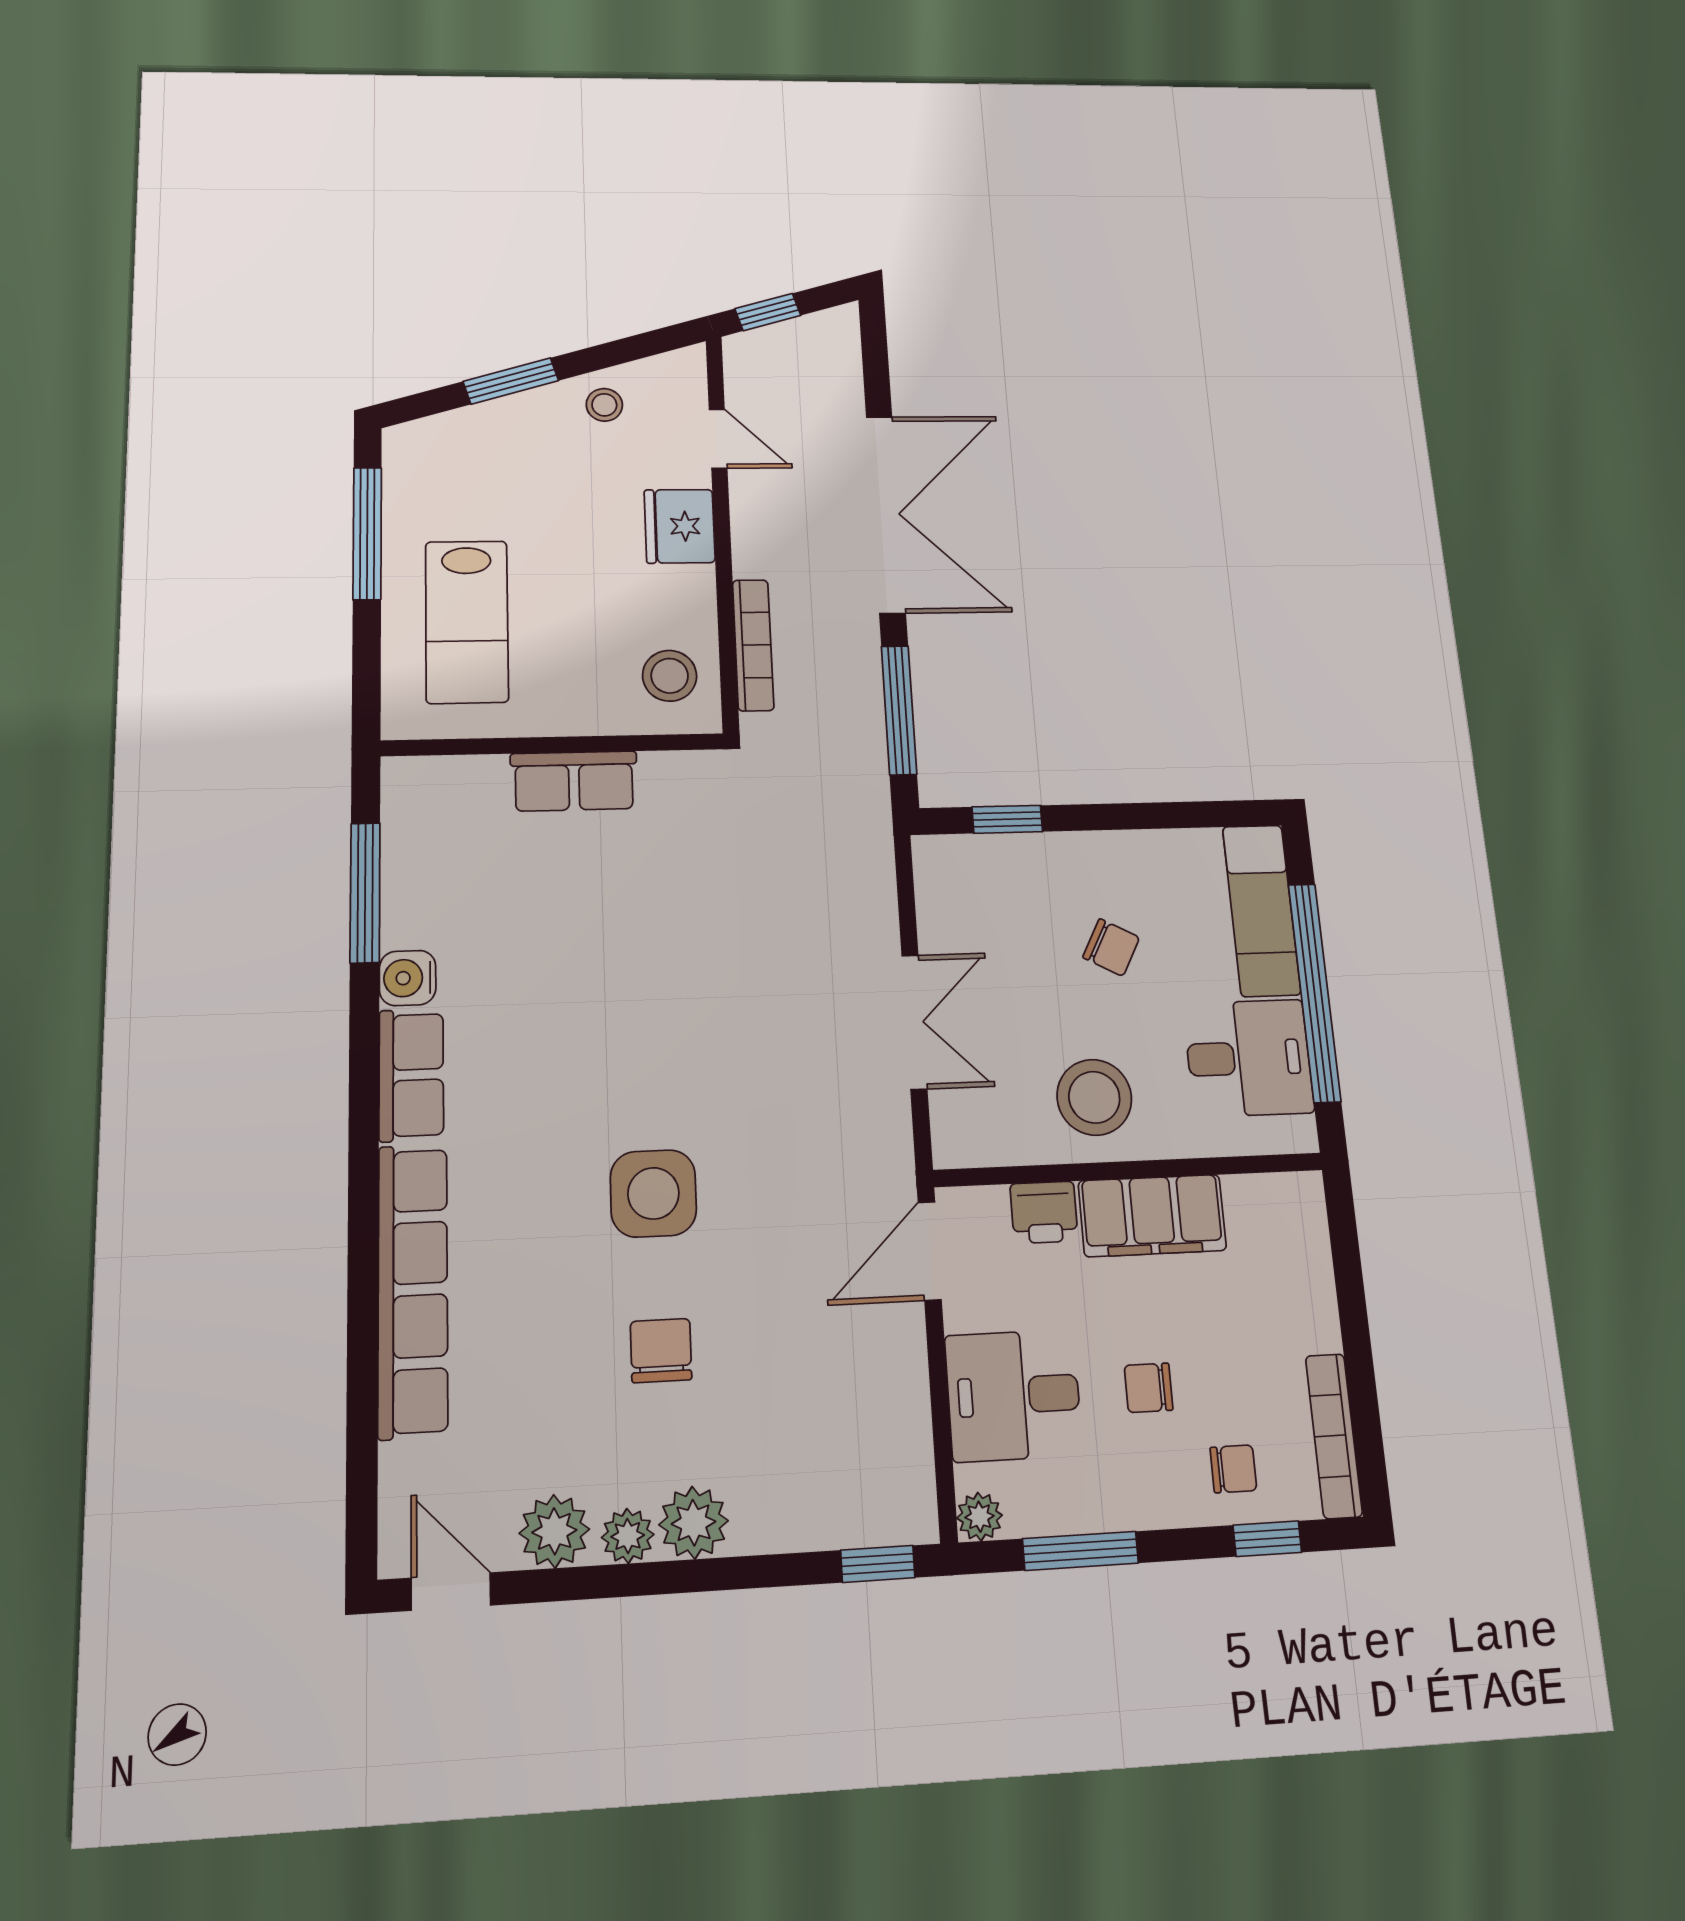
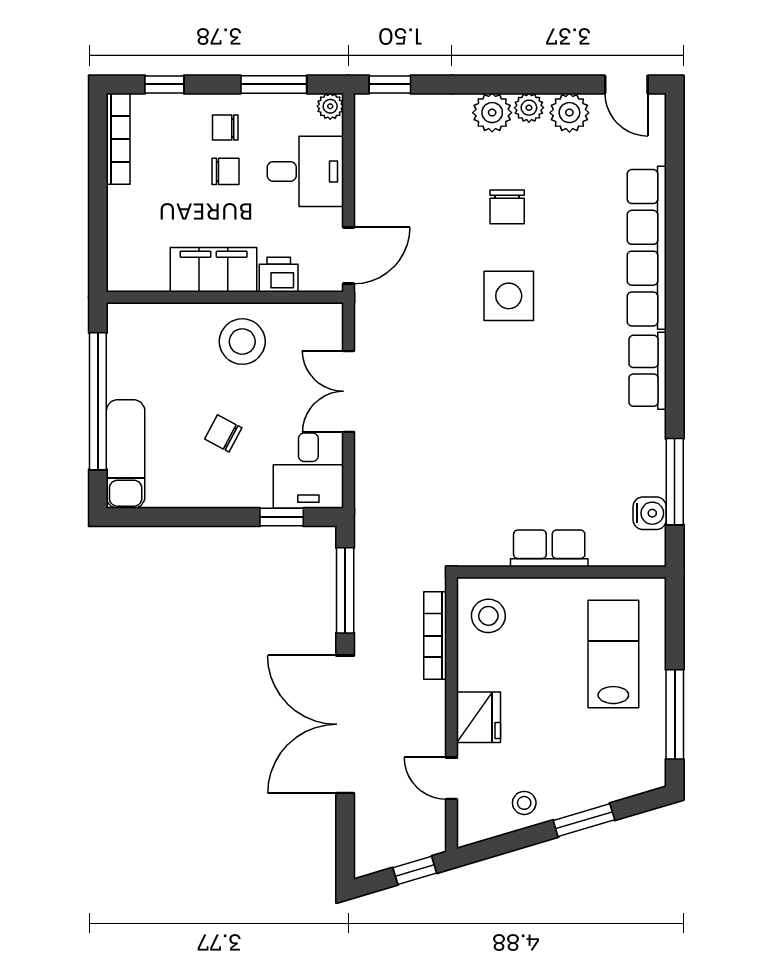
water cooler: (408, 978) -> (650, 513), moved
desk: (1248, 1058) -> (308, 471), moved, turned -90
chair: (1233, 1469) -> (225, 128), moved

